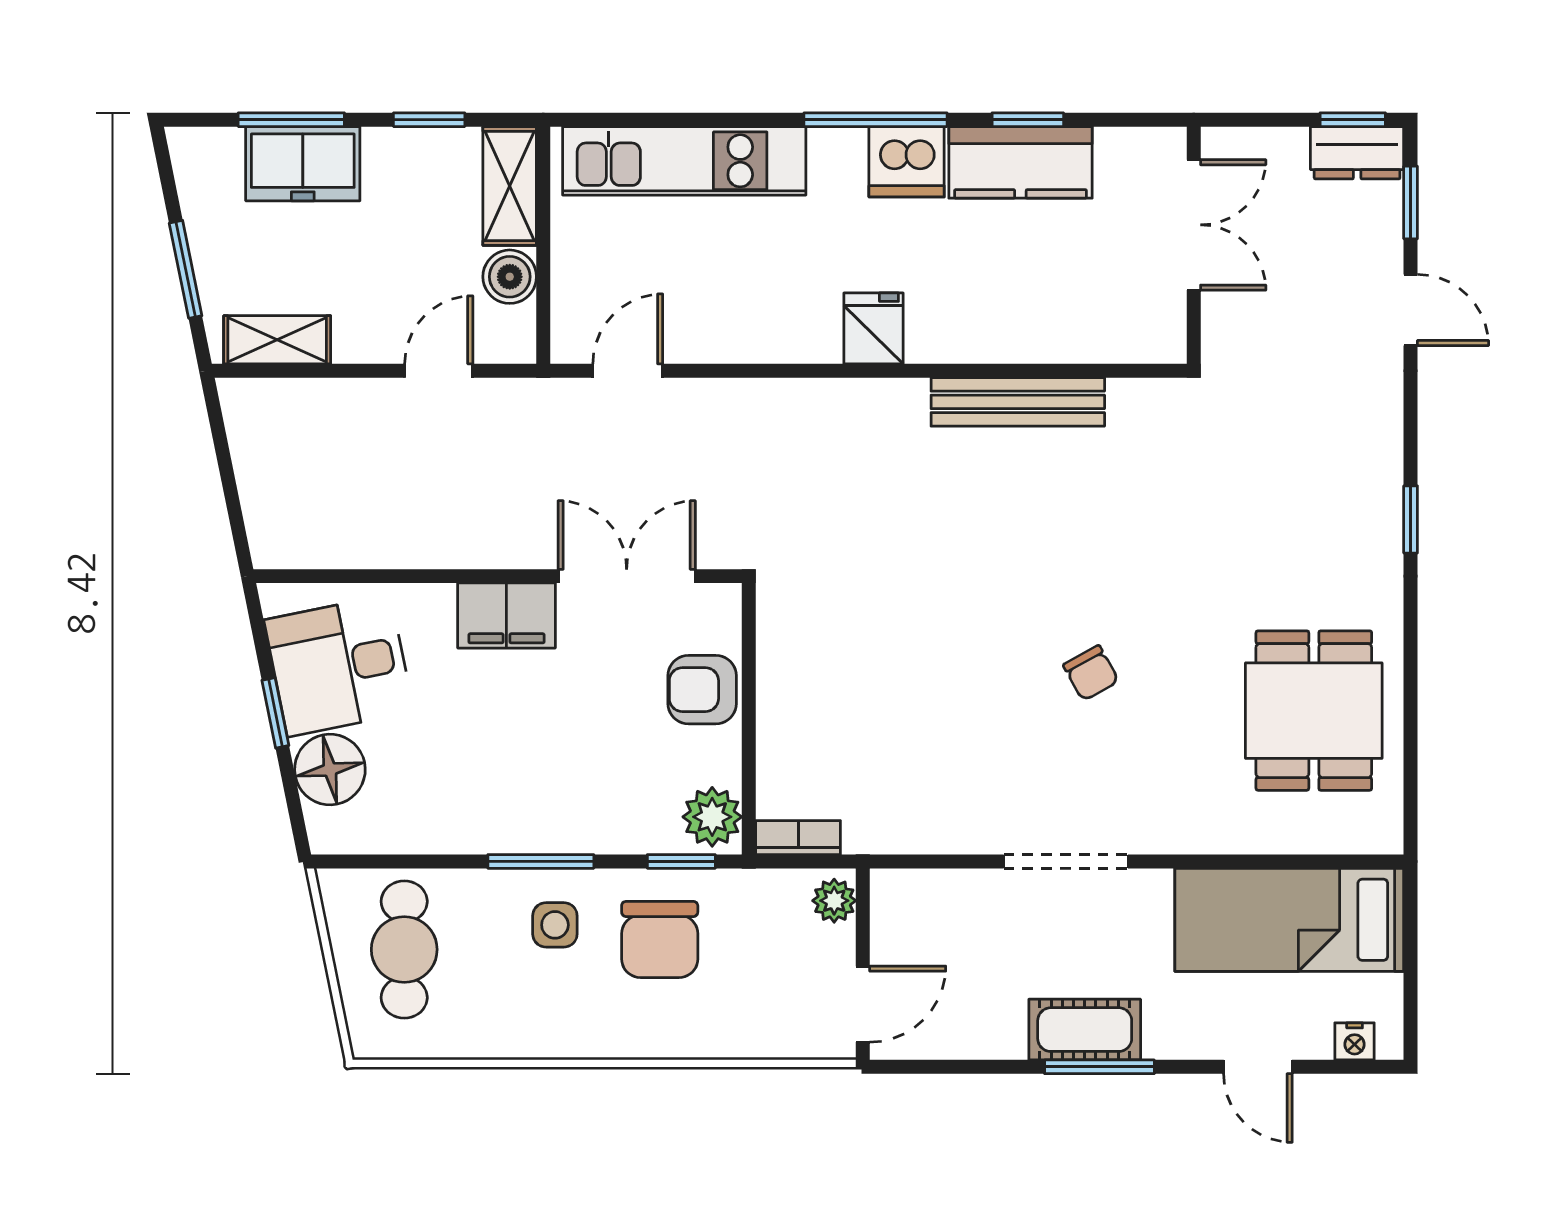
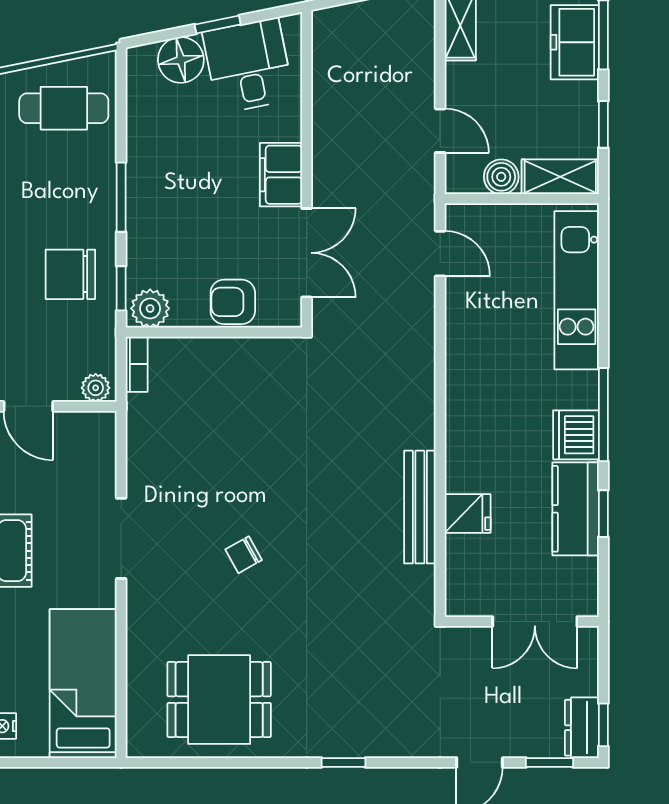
fridge: (874, 328) -> (468, 514), moved
armchair: (702, 690) -> (233, 302), turned -90
side table: (555, 925) -> (80, 206), removed

